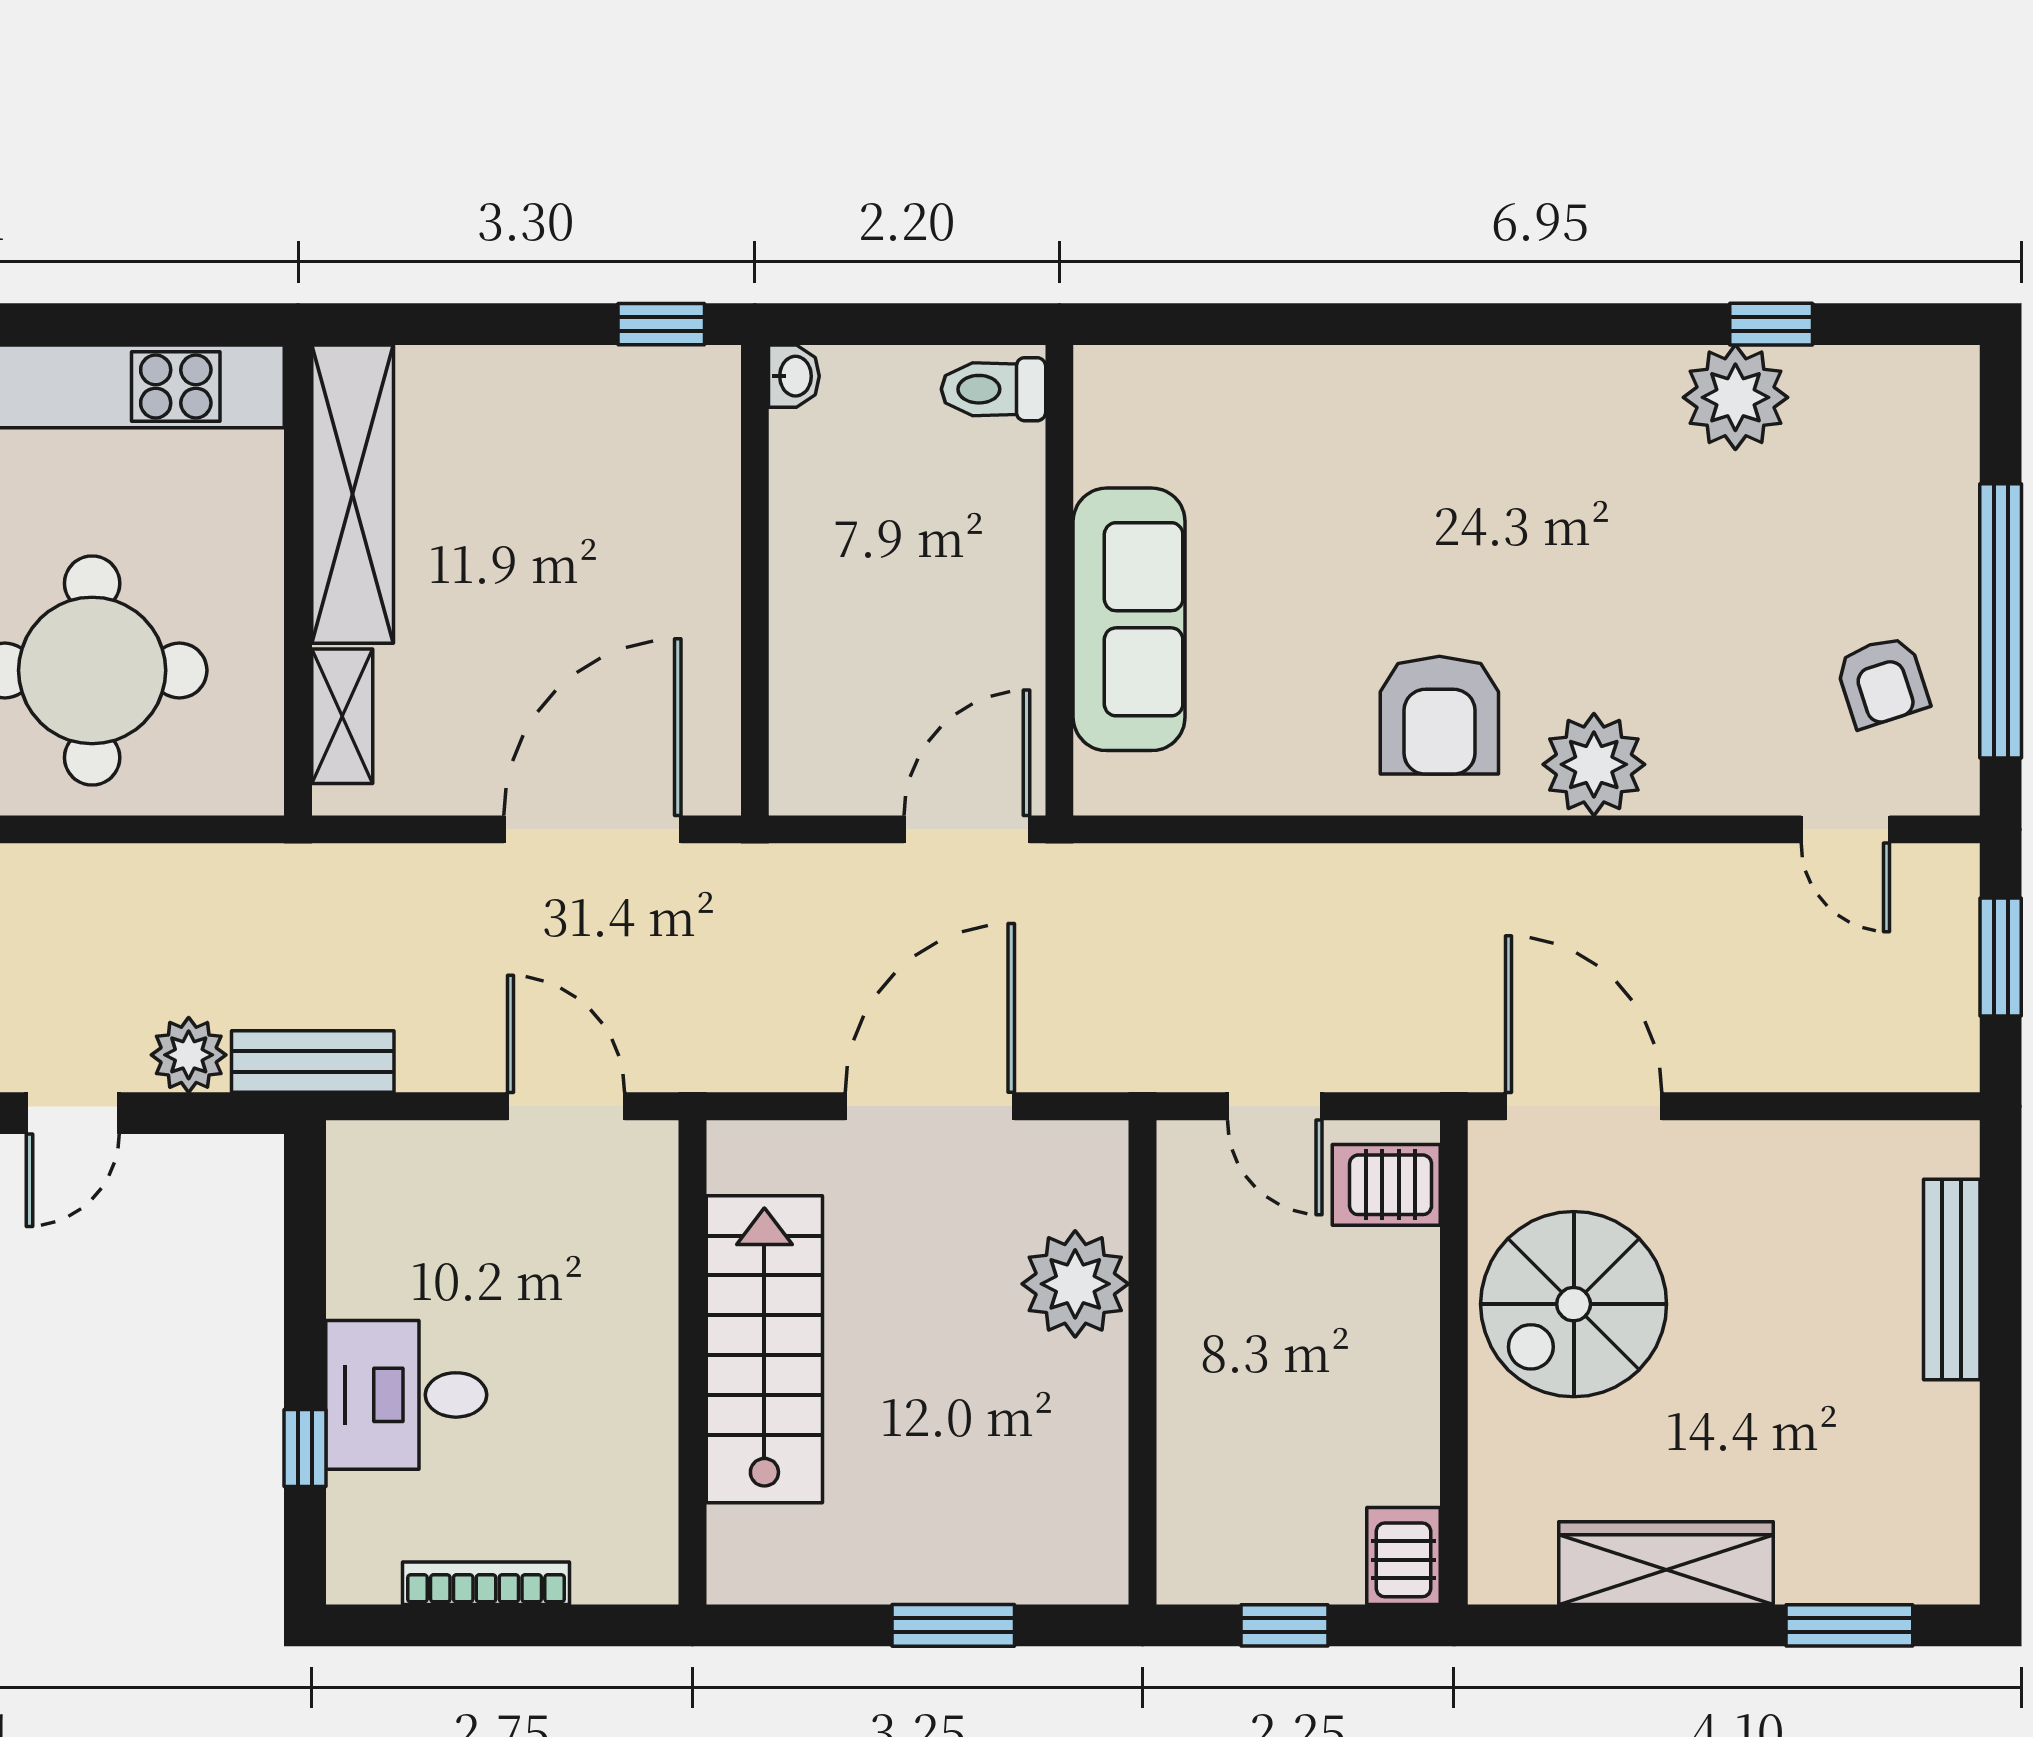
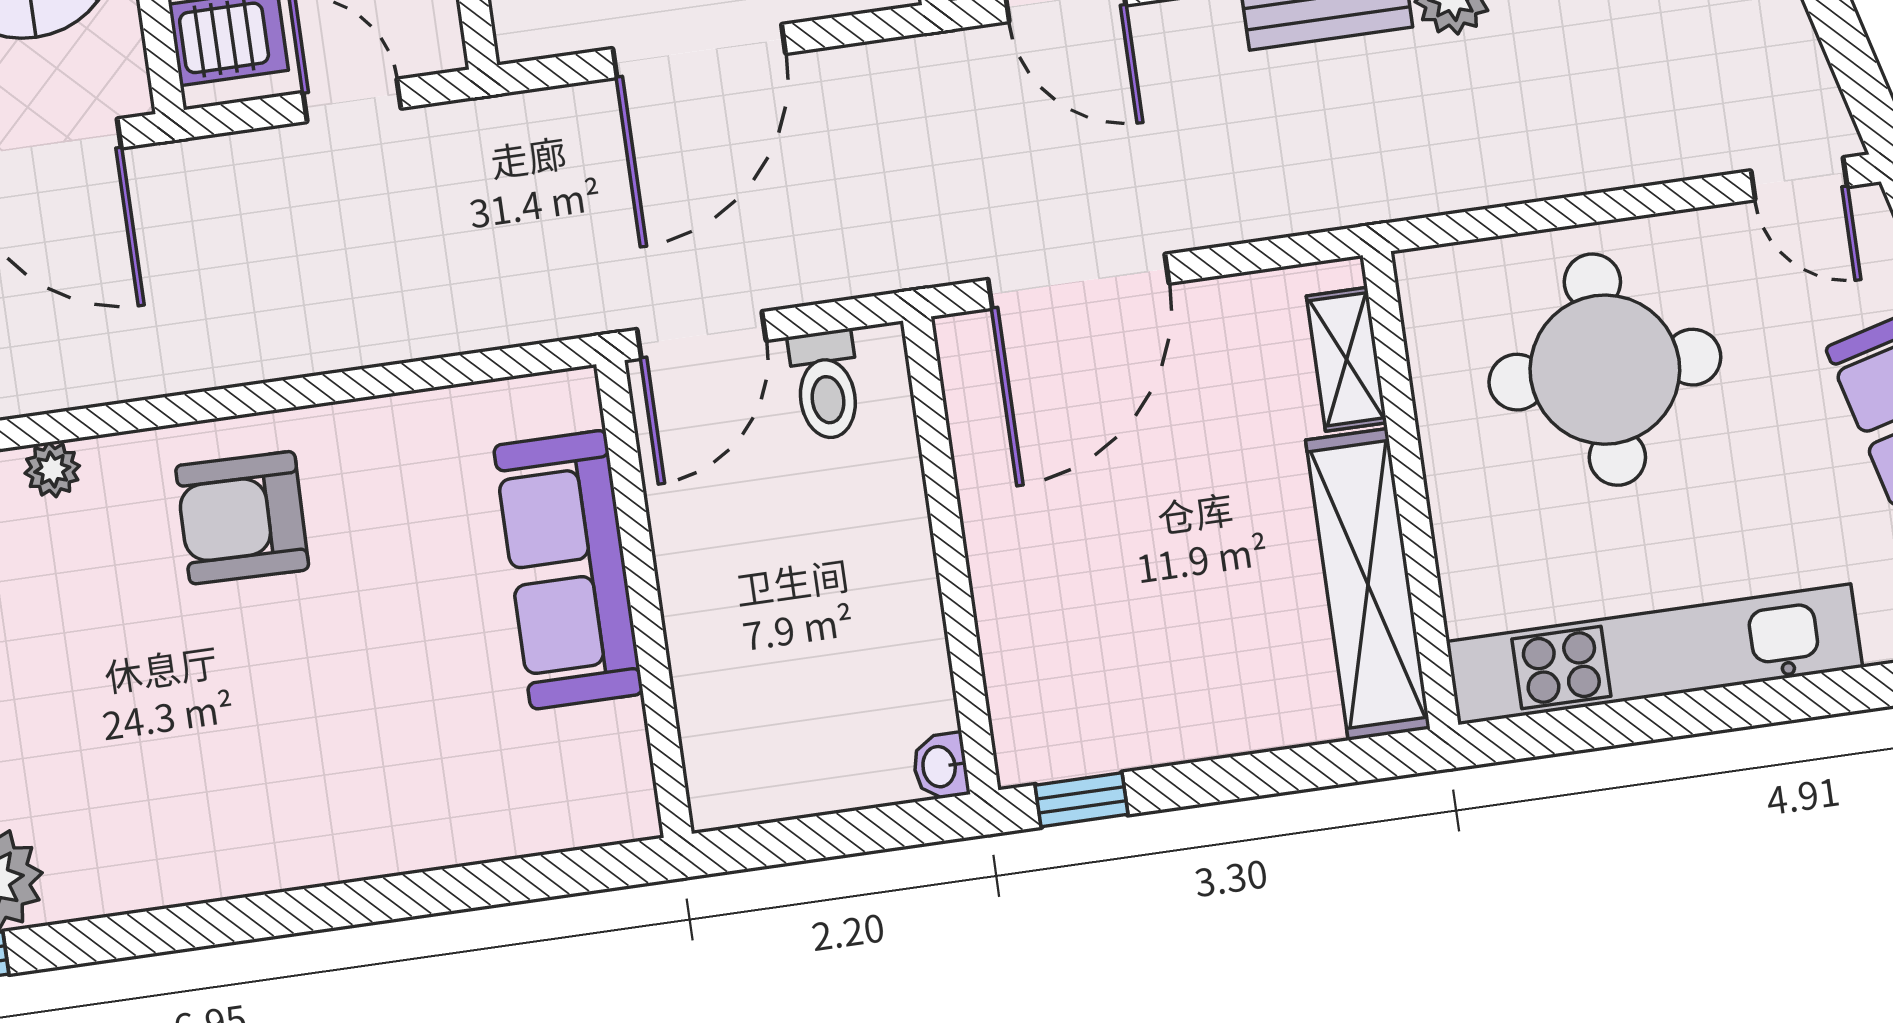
toilet: (993, 389) -> (826, 385), moved, turned 90
armchair: (1439, 715) -> (242, 518), turned -89
plant: (1594, 764) -> (52, 470), width x0.53, depth x0.53

